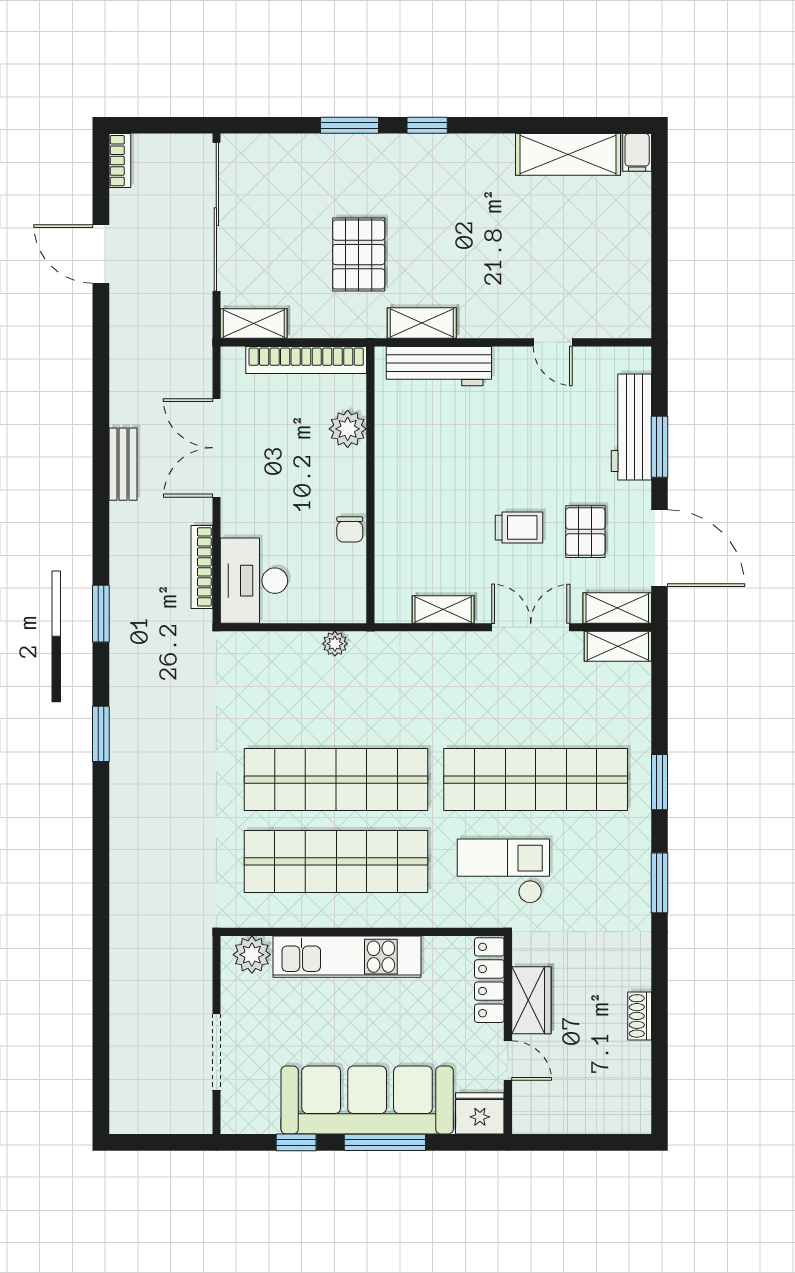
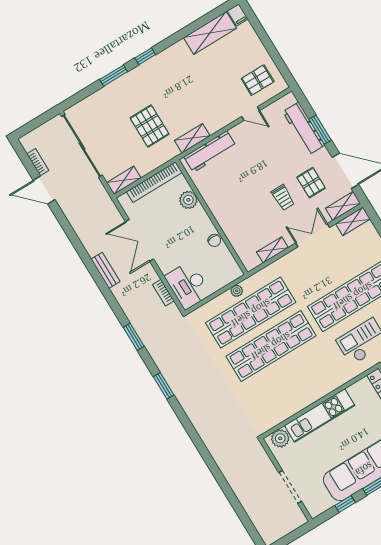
bookcase: (120, 161) -> (38, 162), moved
pallet: (602, 290) -> (258, 80), added
trolley: (519, 528) -> (283, 198), turned 90
bookcase: (202, 567) -> (163, 293), width x0.64
shop shelf: (336, 861) -> (251, 313), moved

